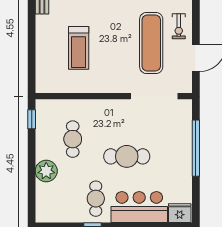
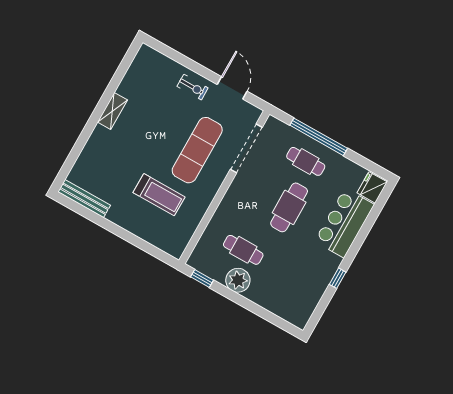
exercise mat: (151, 43) -> (197, 150), moved, turned 90
plant: (46, 171) -> (238, 280), moved
cafe table: (96, 199) -> (306, 161), moved

